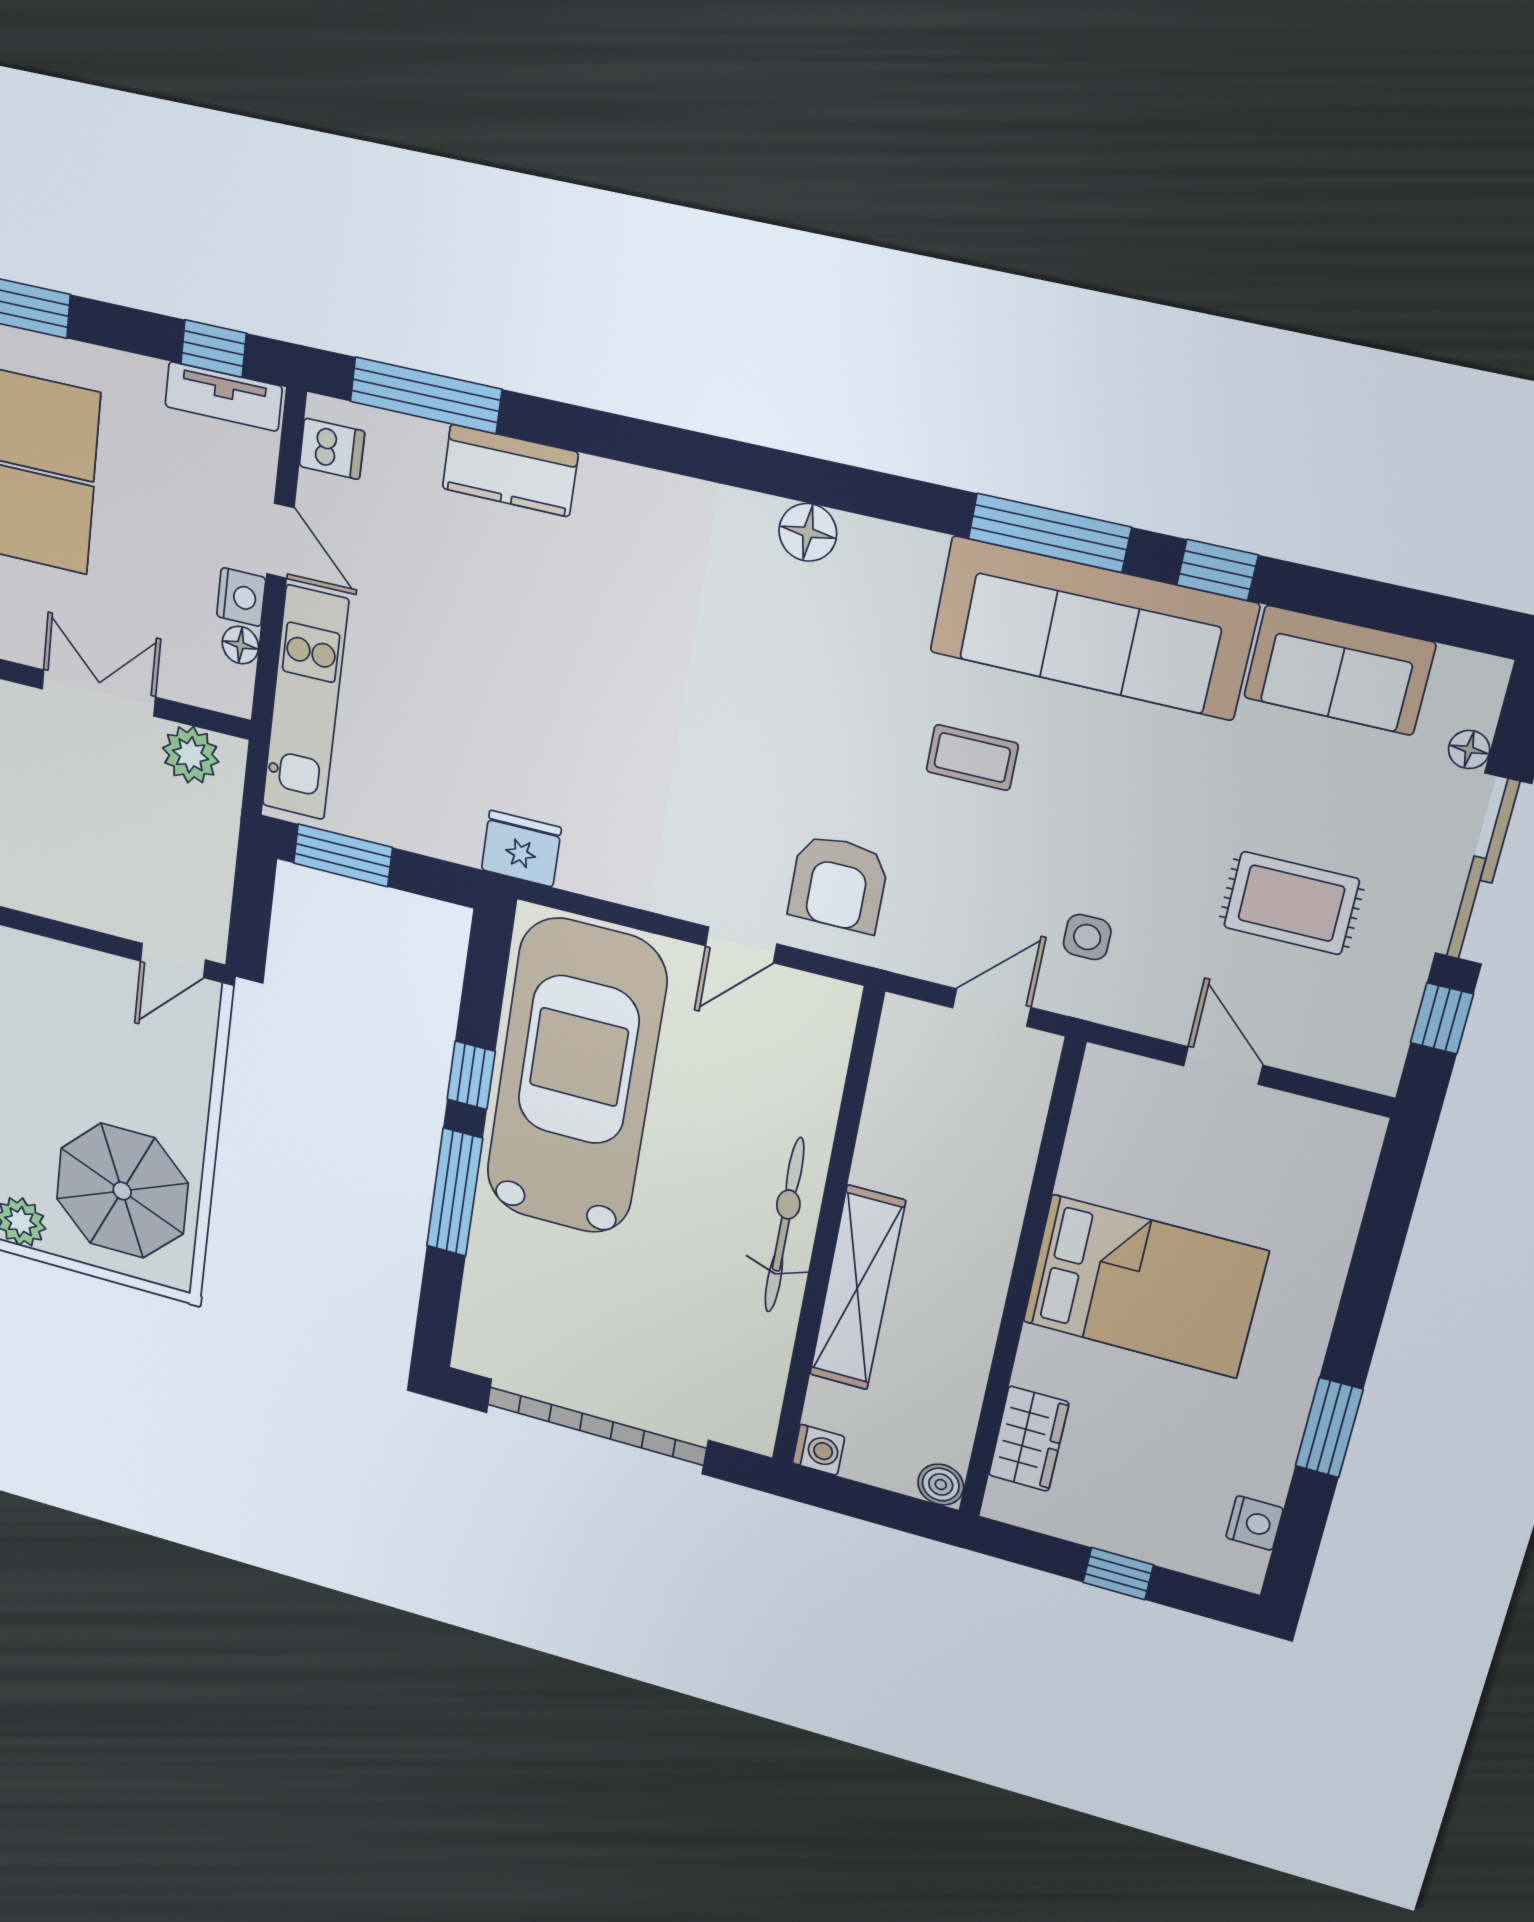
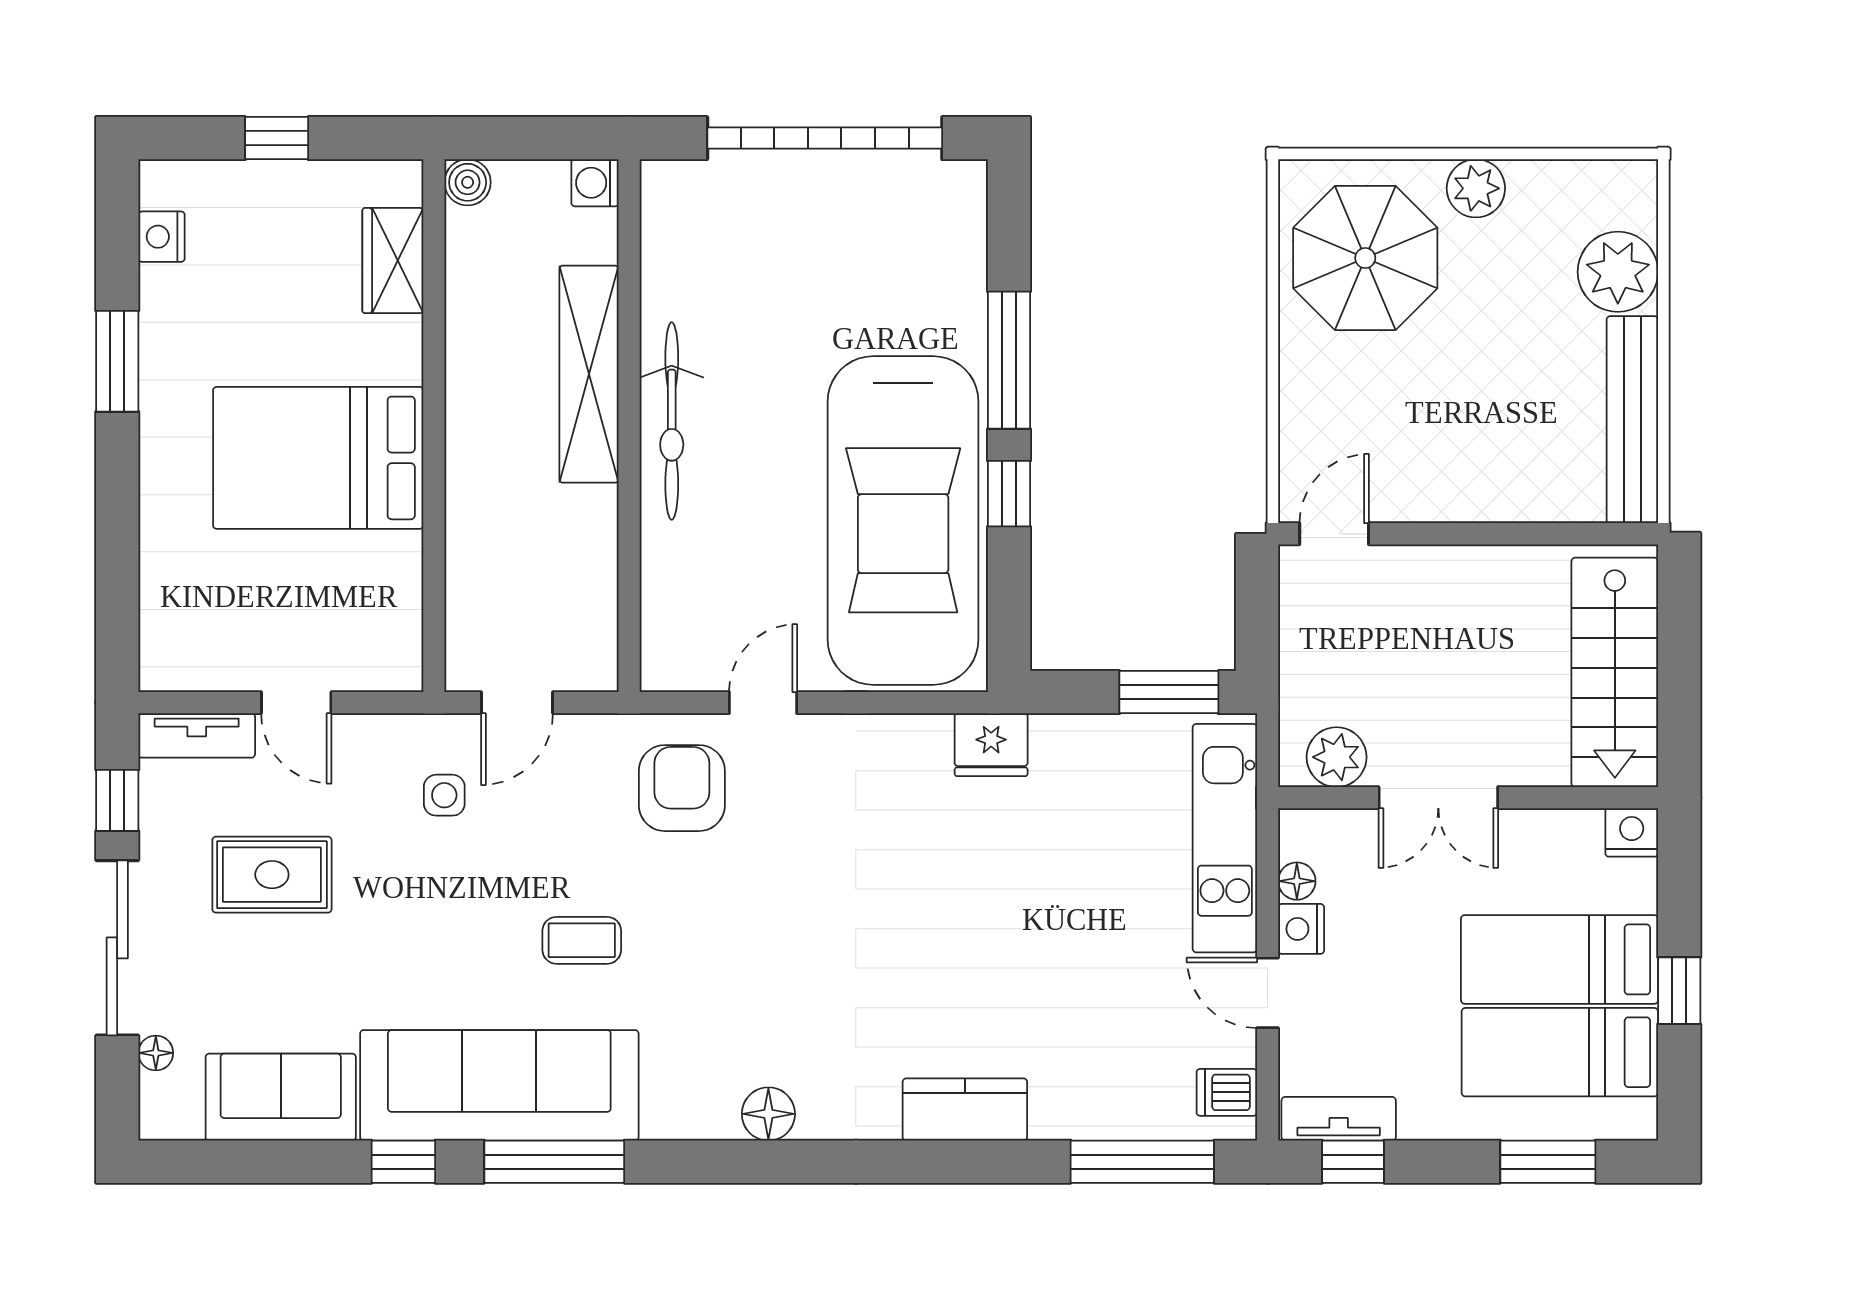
kitchen counter: (510, 470) -> (965, 1110), moved
tv unit: (1338, 1060) -> (197, 735), added

